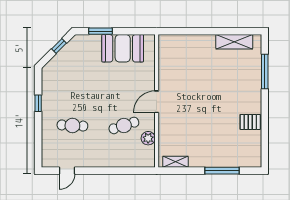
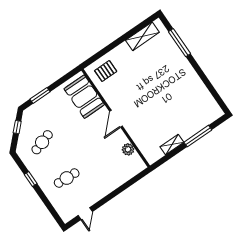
booth: (123, 48) -> (84, 97), moved, turned 90
pallet: (250, 122) -> (106, 71), moved
cafe table: (124, 125) -> (42, 142), moved
shelving: (175, 162) -> (172, 144), moved

